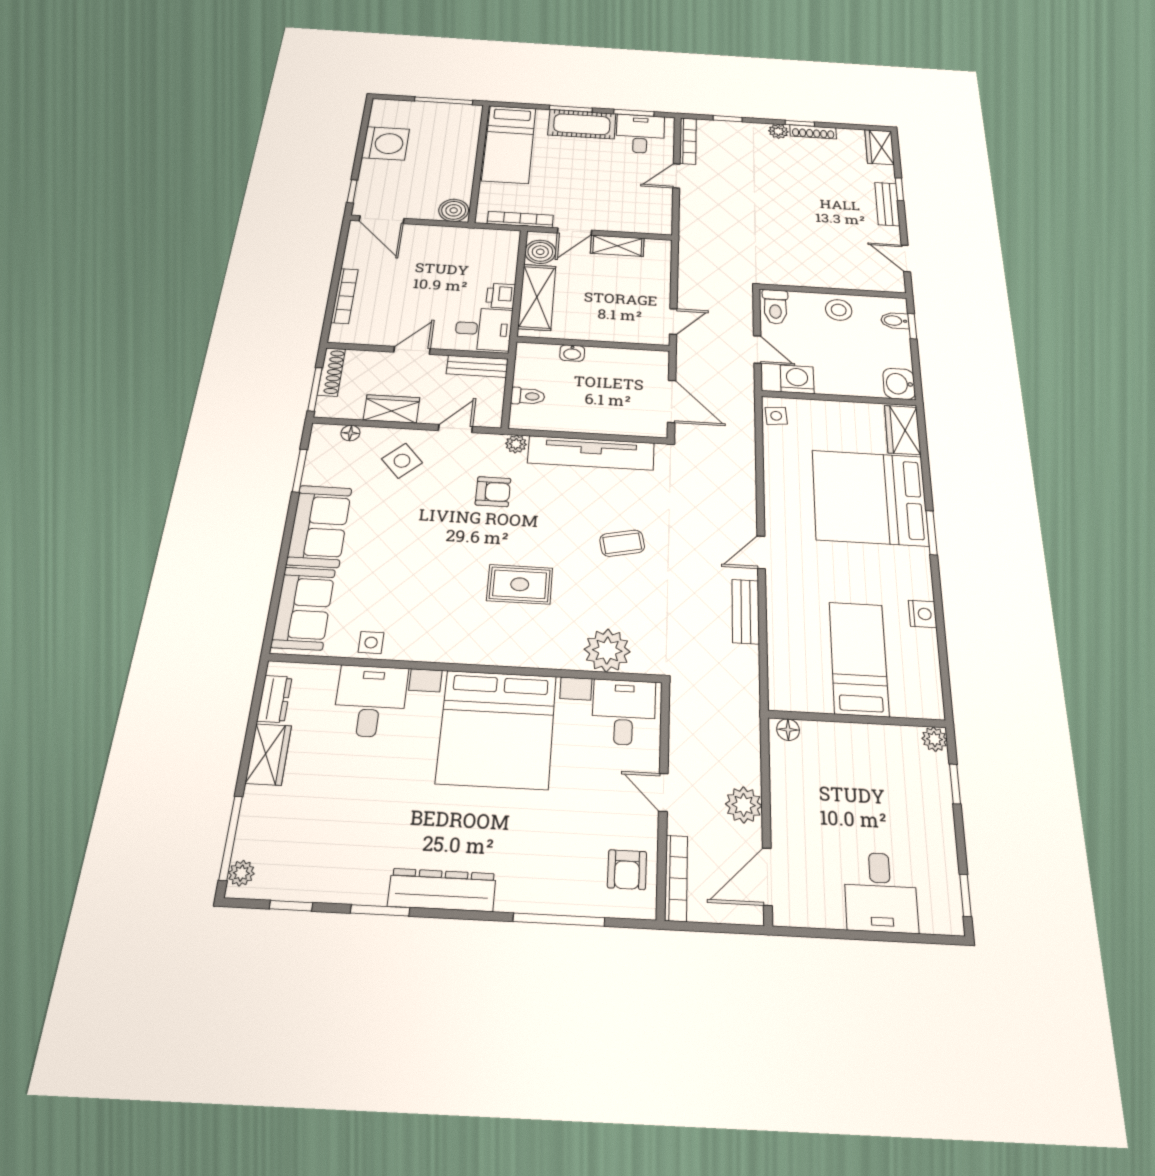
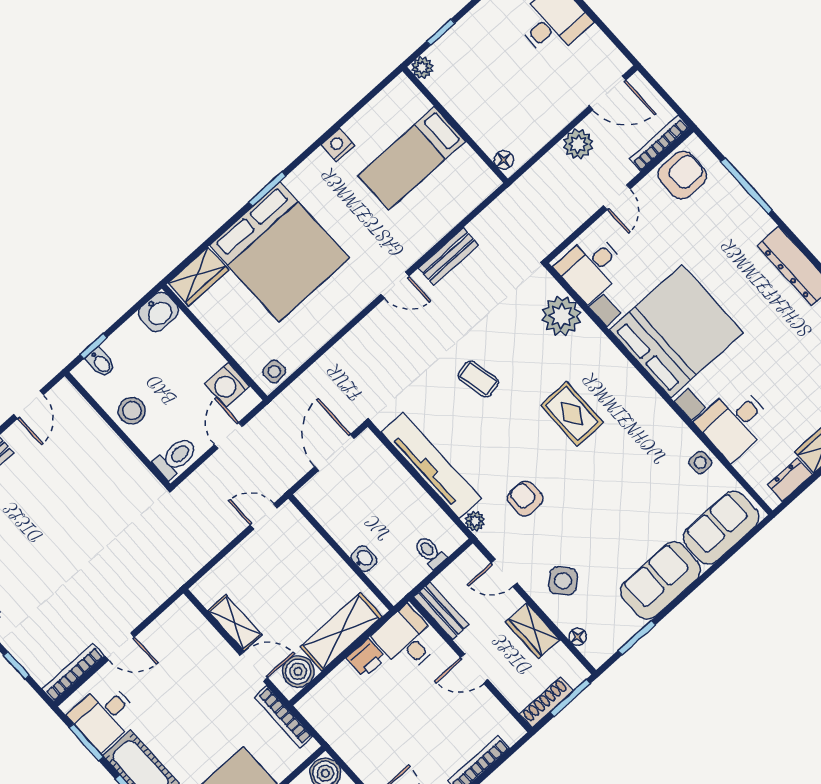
armchair: (627, 870) -> (682, 175), width x1.38, depth x1.38

